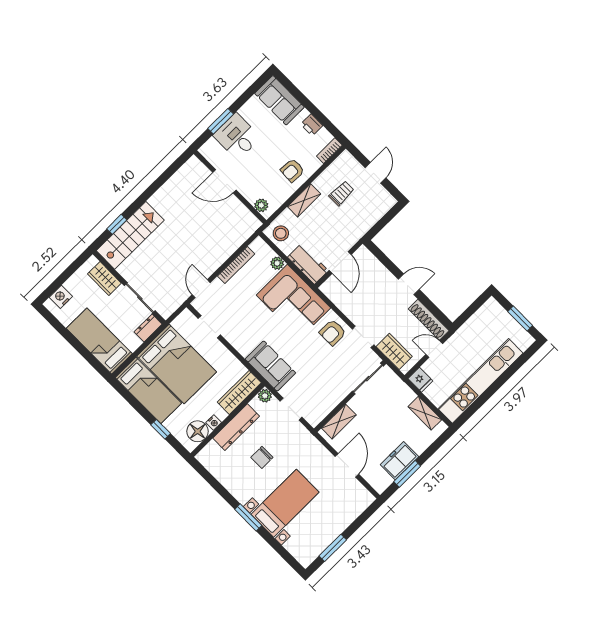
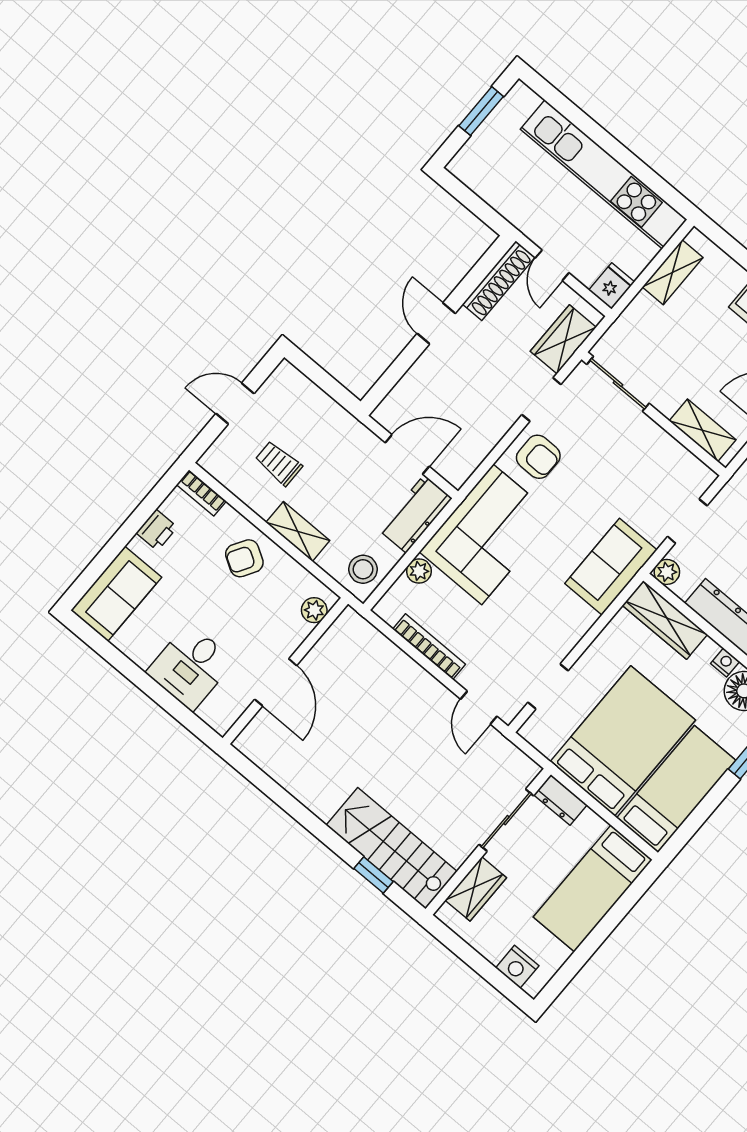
window: (221, 121) -> (165, 699), removed
armchair: (292, 170) -> (244, 558), turned 118
door: (201, 289) -> (479, 708), hinge flipped

